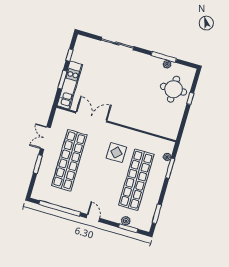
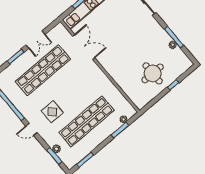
round table: (174, 89) -> (153, 73), moved
double door: (45, 138) -> (36, 40), swing flipped
display table: (116, 153) -> (52, 112), moved
door: (93, 218) -> (31, 129), swing flipped

